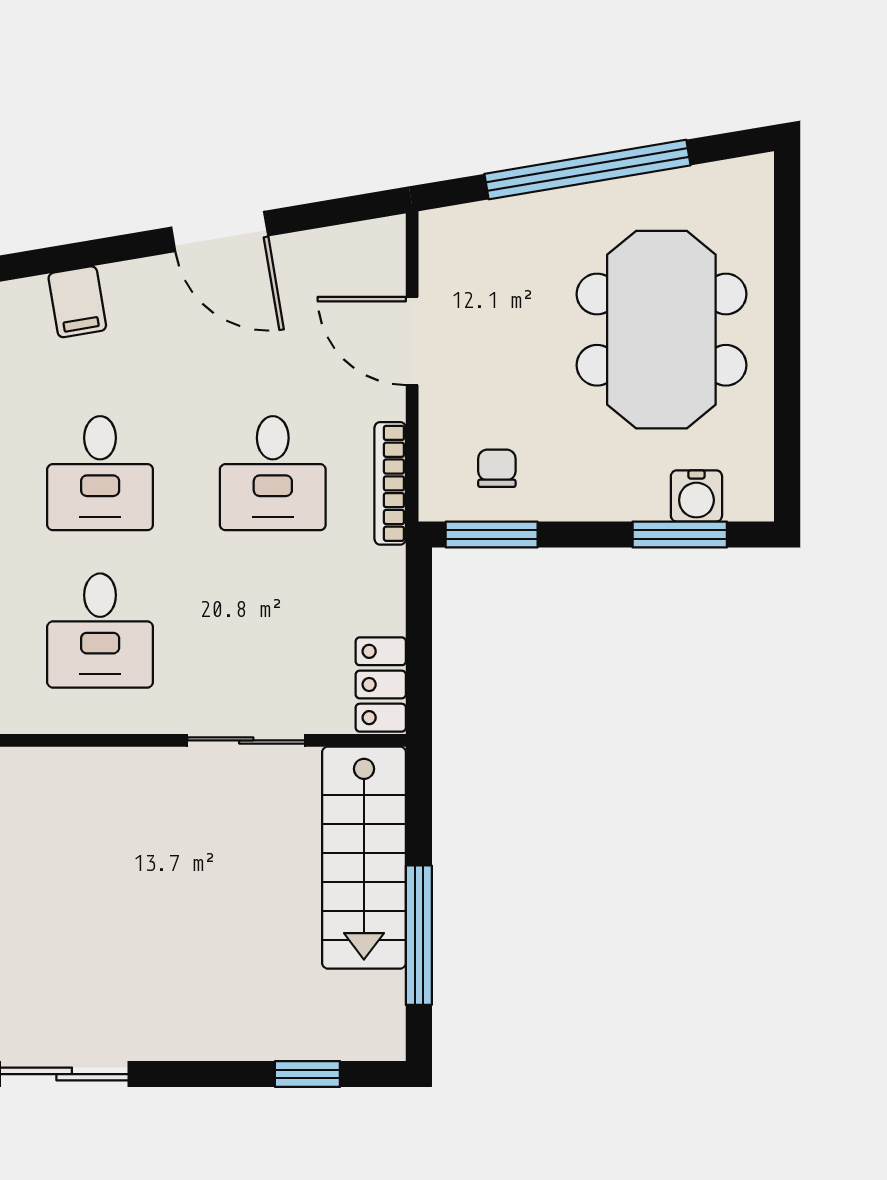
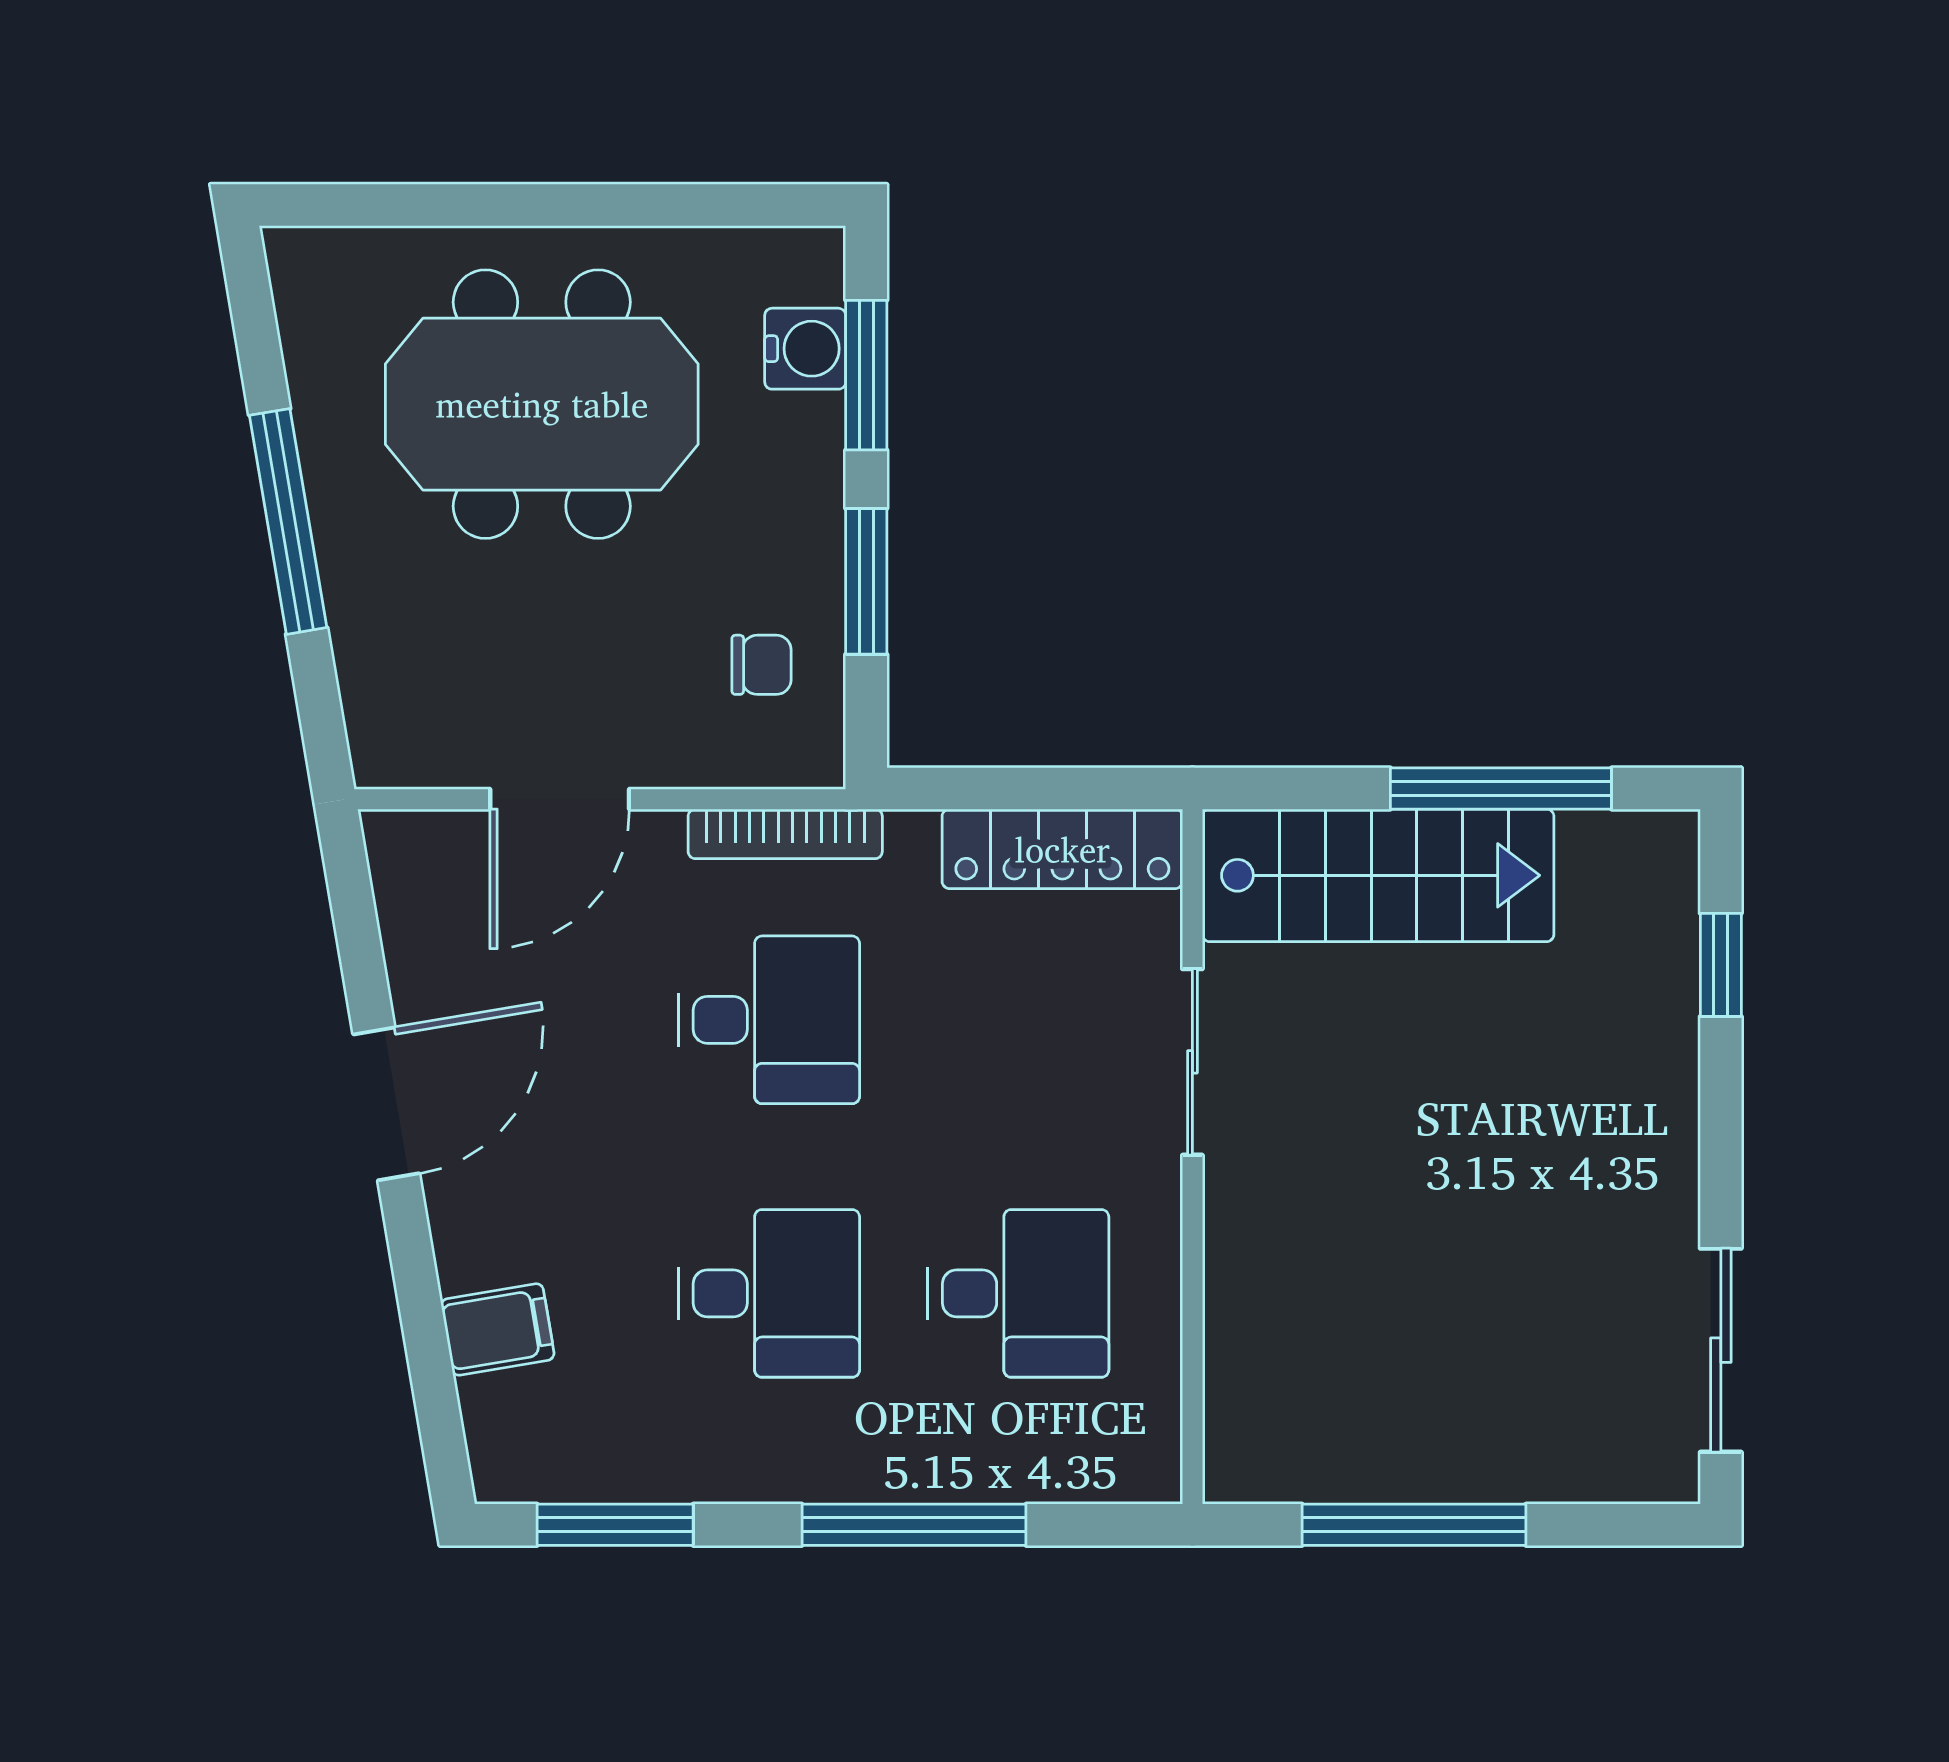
window: (587, 170) -> (288, 521), width x0.68
chair: (497, 468) -> (761, 665), turned 180
window: (492, 534) -> (866, 581), moved
locker: (381, 684) -> (1062, 849), width x1.53

